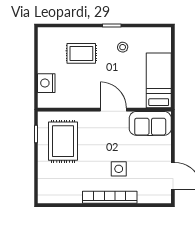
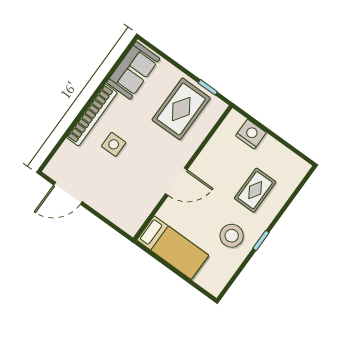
stool: (123, 47) -> (232, 236), width x1.89, depth x1.89
sofa: (150, 123) -> (133, 70), moved, turned 180
rug: (63, 141) -> (181, 109), turned 90

